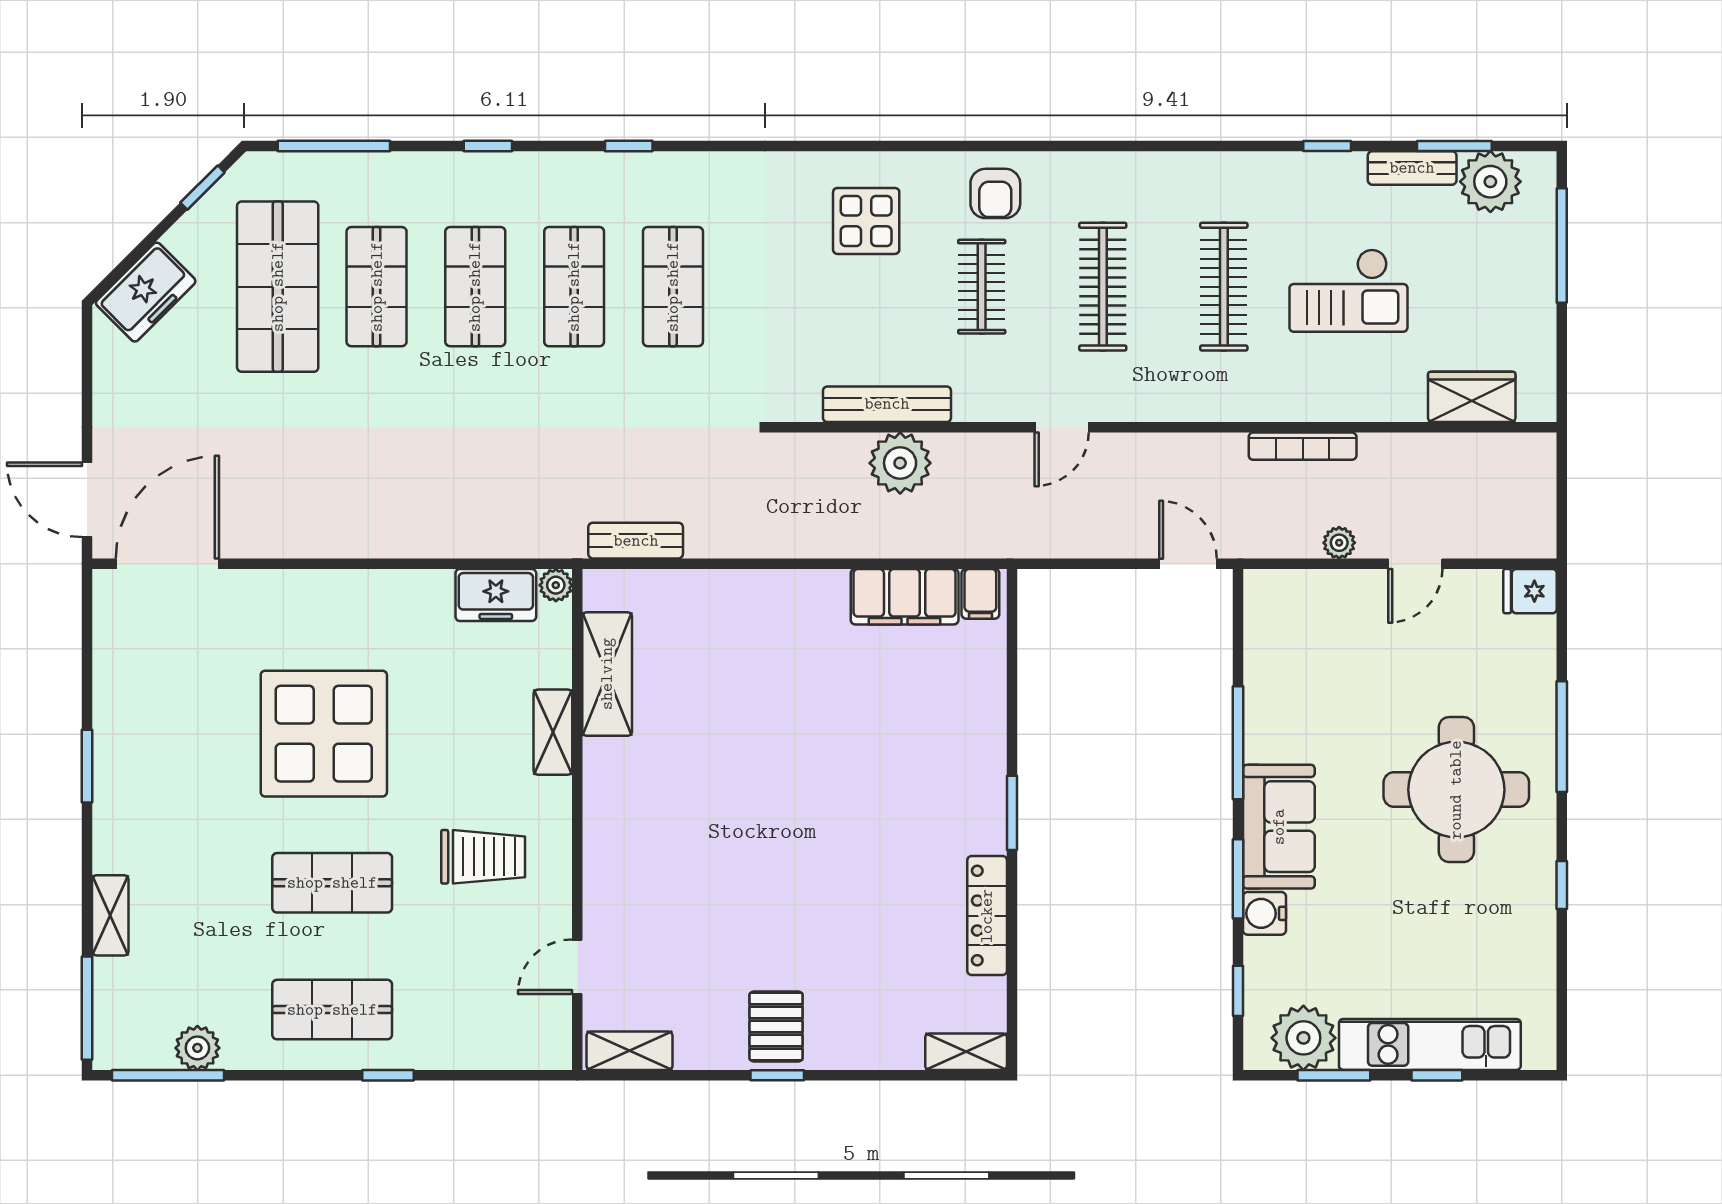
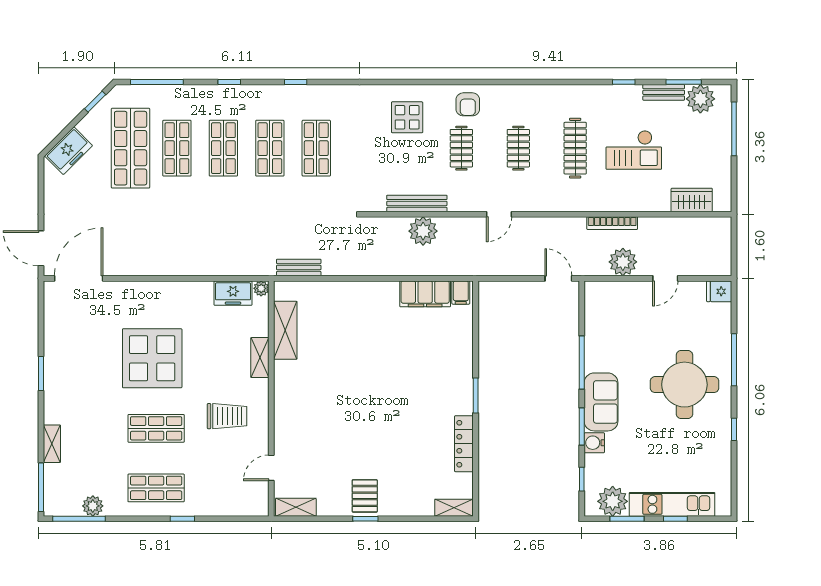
clothes rail: (1103, 287) -> (518, 148), width x0.73
plant: (1339, 543) -> (623, 262), width x1.87, depth x1.87

